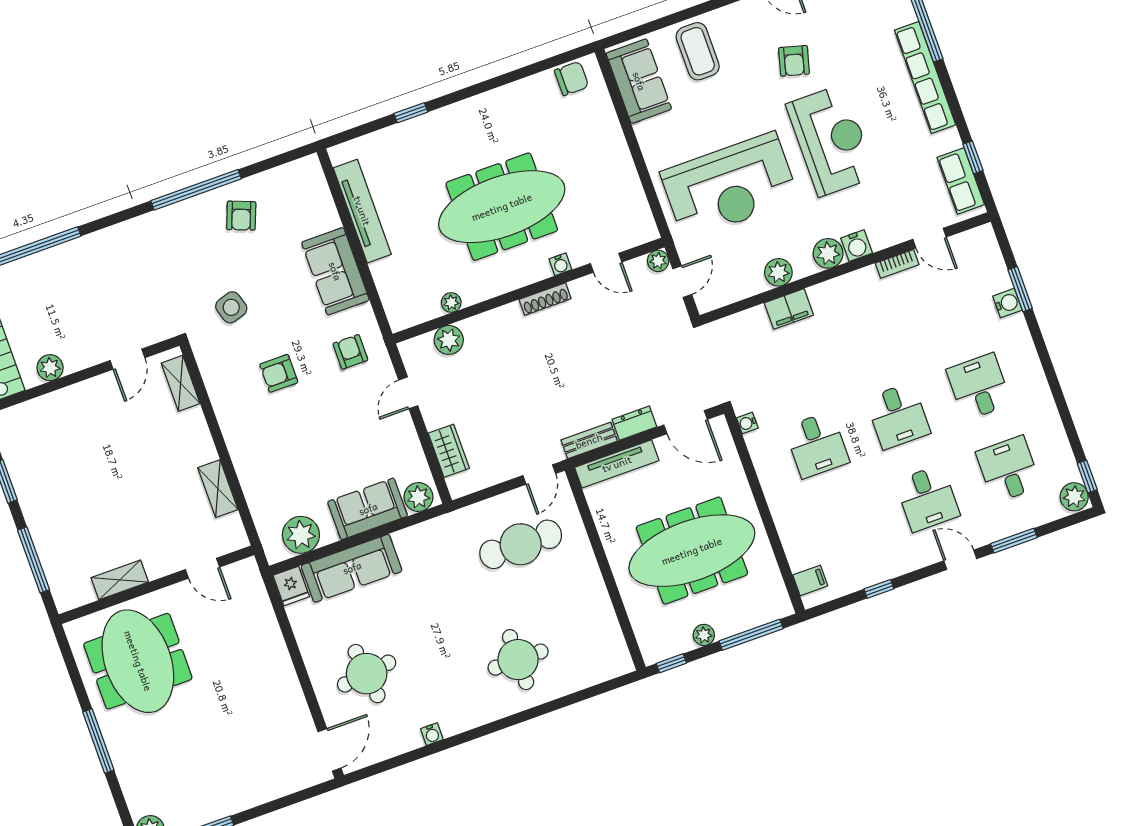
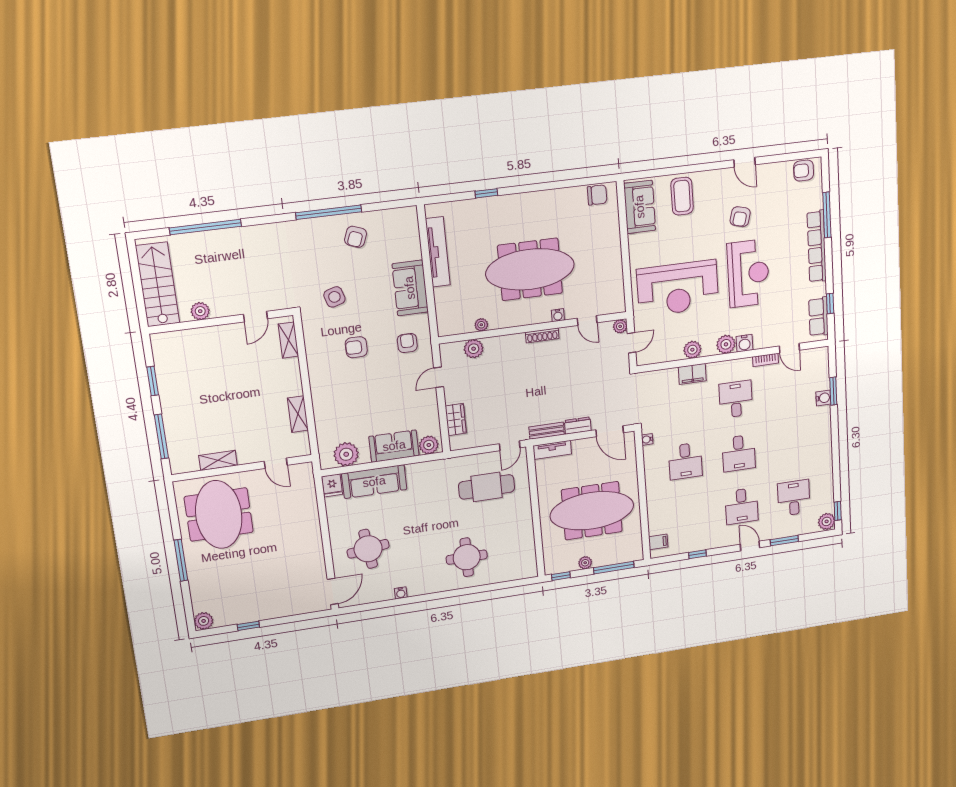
desk: (979, 387) -> (736, 399), moved
tv unit: (617, 464) -> (552, 450), width x0.71

